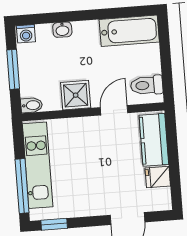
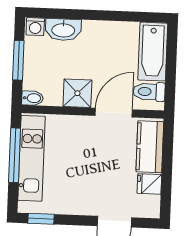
washbasin: (62, 30) -> (63, 30), width x1.91, depth x1.45
bathtub: (129, 31) -> (153, 52), moved, turned 90
door: (114, 110) -> (114, 113), width x1.38
window: (22, 186) -> (15, 155), moved

